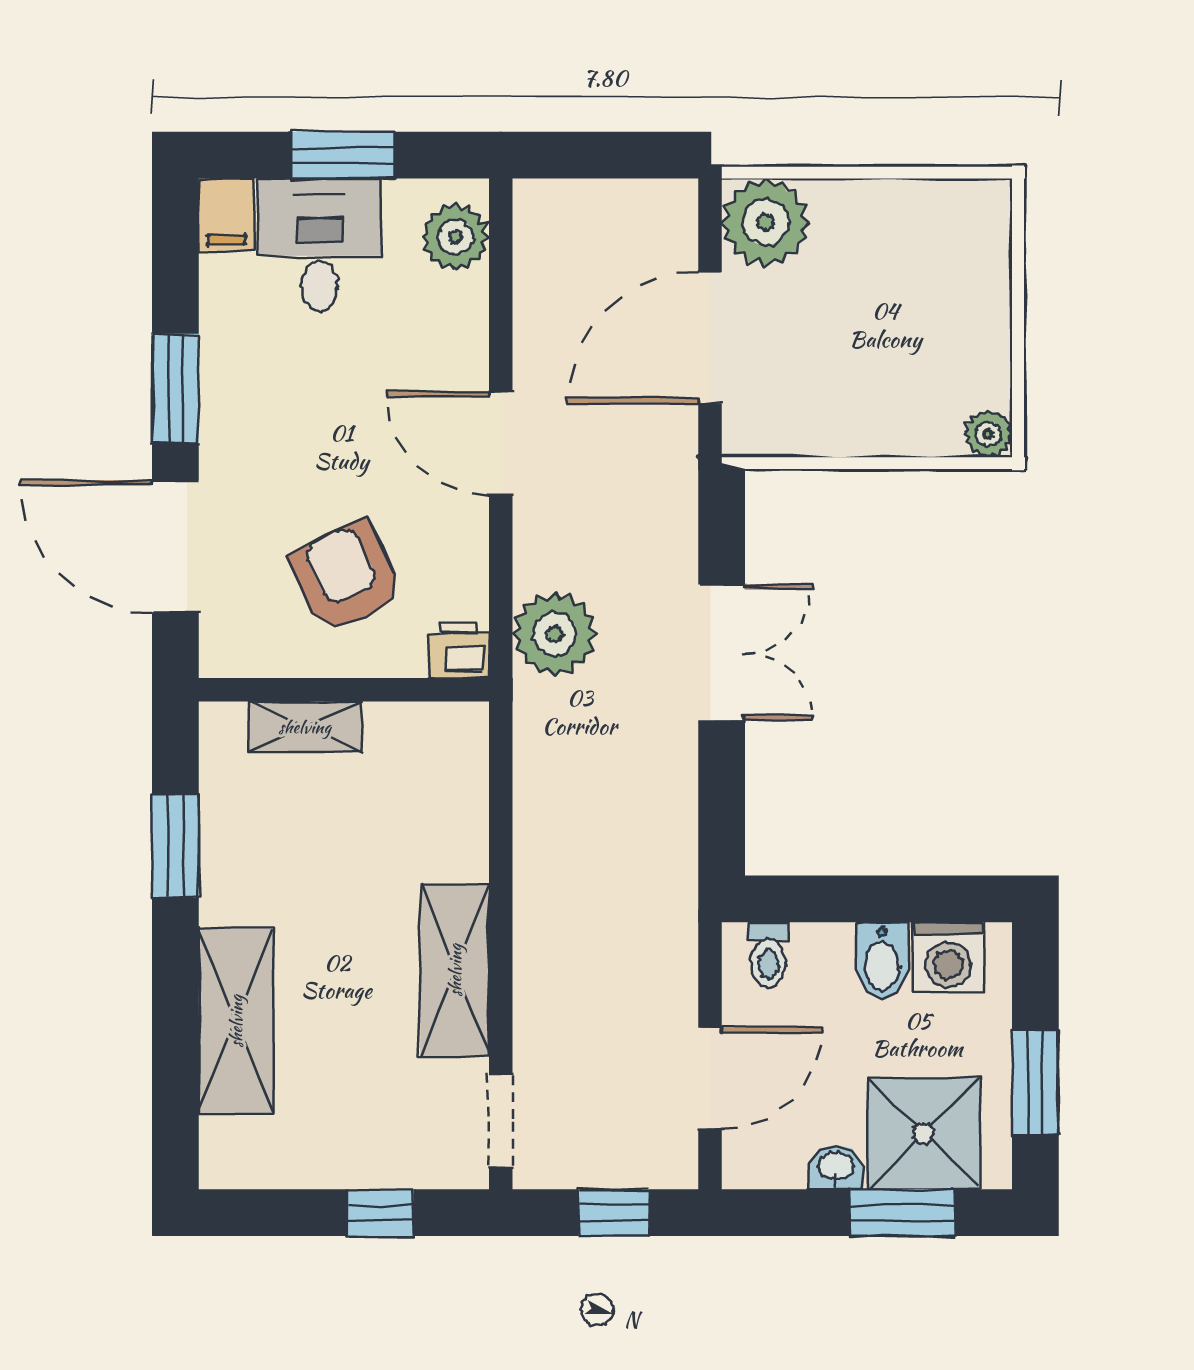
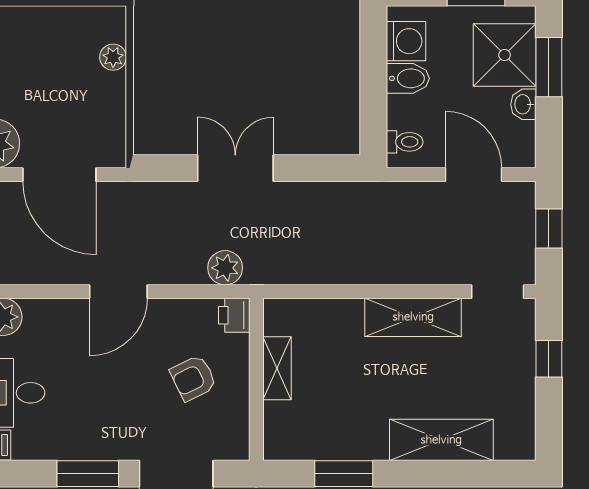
plant: (988, 434) -> (113, 57), moved
armchair: (346, 577) -> (193, 378), width x0.72, depth x0.72
plant: (555, 634) -> (225, 268), width x0.73, depth x0.73
shelving: (305, 727) -> (277, 368), moved

